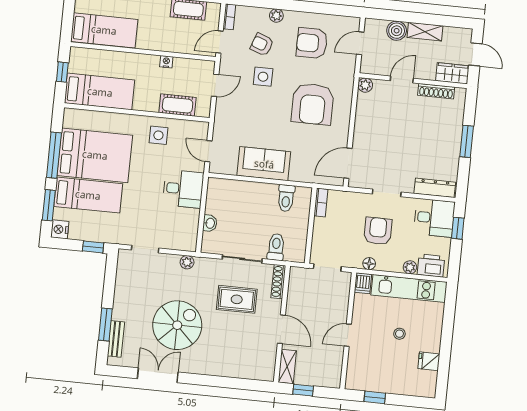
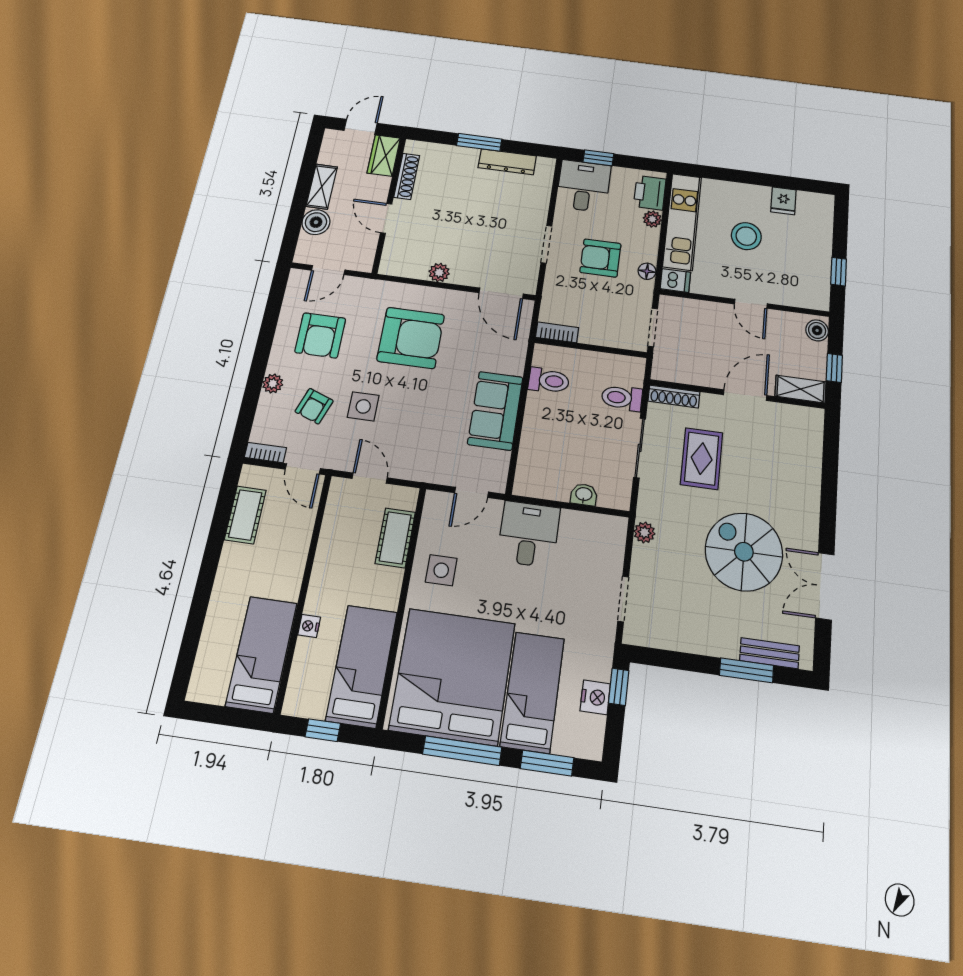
door: (360, 43) -> (328, 270), hinge flipped
nightstand: (166, 62) -> (309, 626), moved
plant: (365, 85) -> (439, 273), moved
bed: (95, 155) -> (453, 676), width x1.36
dresser: (435, 188) -> (507, 162), moved, turned -90
nightstand: (60, 229) -> (595, 697), moved, turned -90
stool: (399, 334) -> (746, 236), width x1.89, depth x1.89
boiler: (330, 380) -> (817, 330), added

